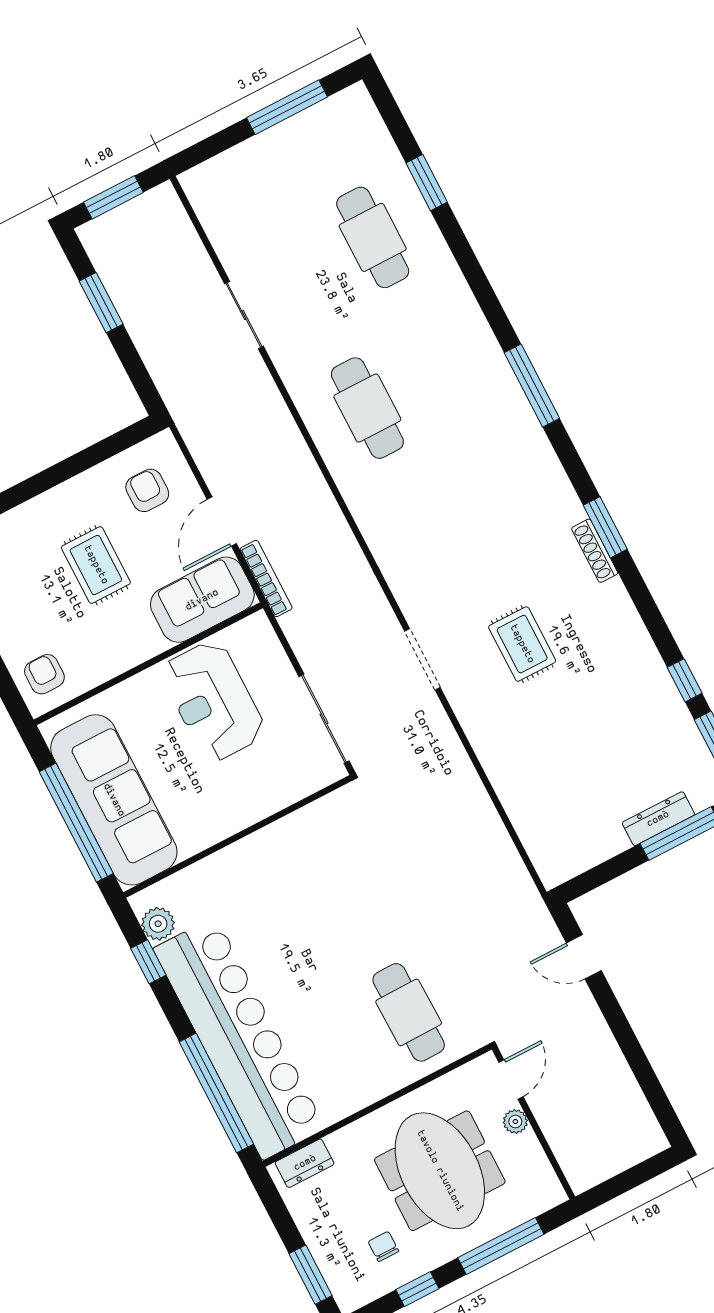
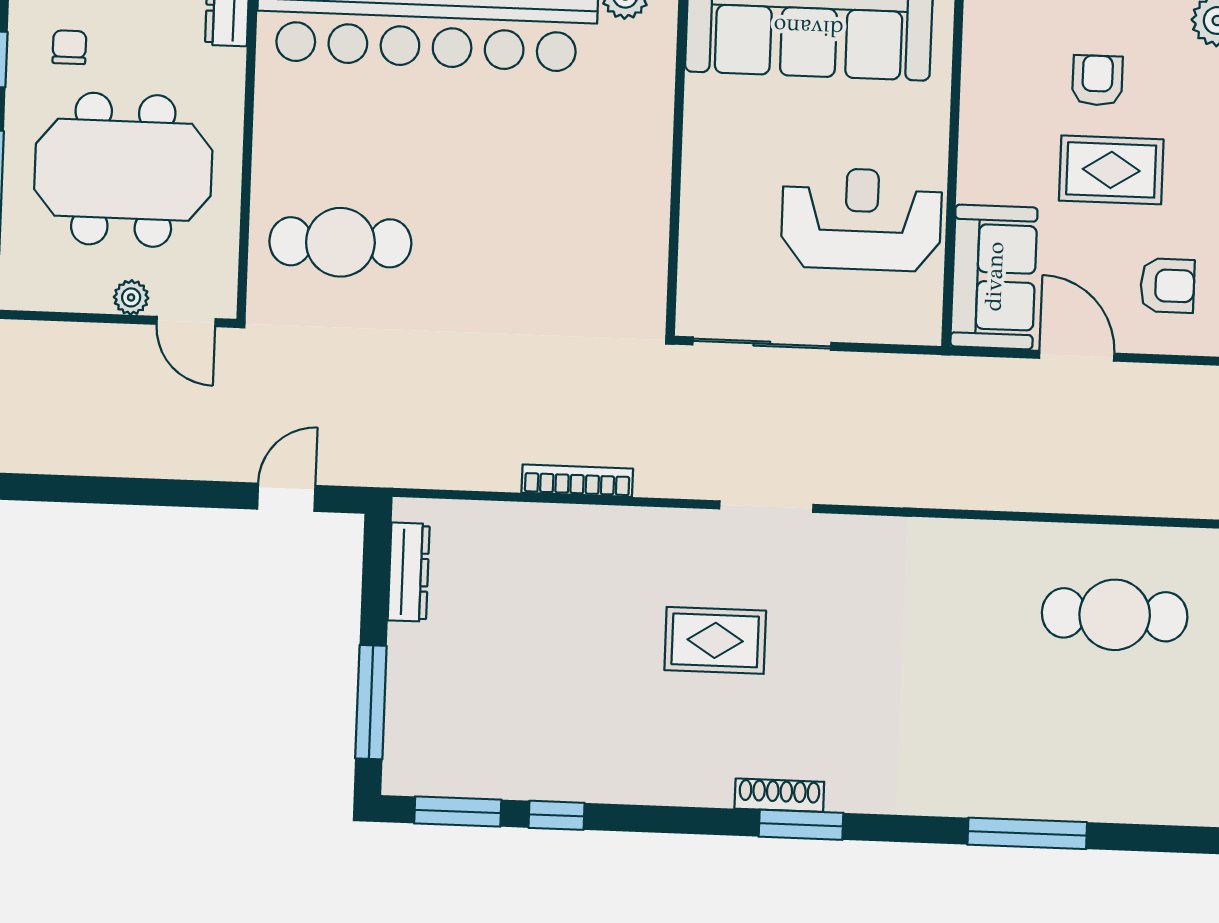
bookcase: (266, 579) -> (577, 481), moved, turned 180
armchair: (44, 674) -> (1097, 80), moved, turned -90
dresser: (658, 819) -> (409, 572), moved
chair: (383, 1246) -> (69, 47), turned -90

